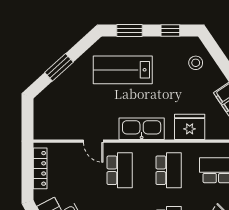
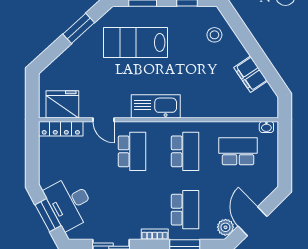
window: (59, 67) -> (79, 28), moved
fridge: (190, 127) -> (62, 104), moved
locker: (40, 168) -> (61, 129), moved, turned 90

